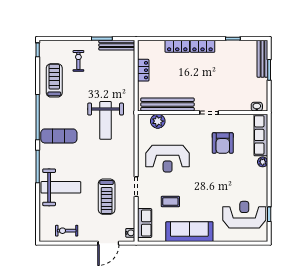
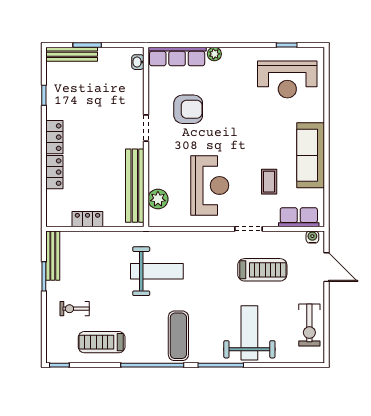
reception desk: (244, 215) -> (287, 79), turned -90
exercise bike: (67, 231) -> (309, 325), width x1.38, depth x1.39

